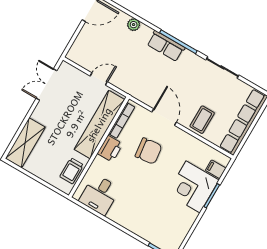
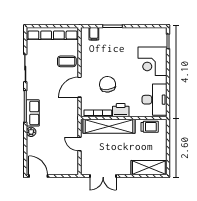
plant: (134, 25) -> (31, 132), moved
corner desk: (193, 187) -> (152, 61), moved, turned 90
desk: (100, 195) -> (155, 100), width x1.37

